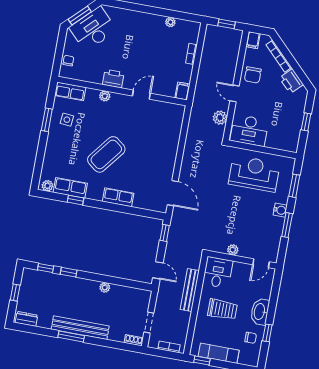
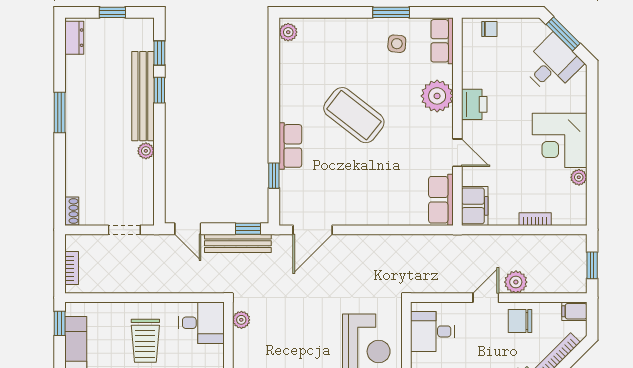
desk: (93, 29) -> (552, 64), width x0.73
corner desk: (145, 30) -> (560, 140), added
filing cabinet: (182, 91) -> (475, 206), width x2.00
plant: (105, 96) -> (437, 96), width x1.88, depth x1.88
plant: (220, 118) -> (516, 282), moved
desk: (249, 130) -> (432, 331), width x0.73
row of seats: (70, 188) -> (441, 200), moved, turned 180
window: (76, 200) -> (274, 176), moved
plant: (233, 250) -> (241, 320), moved
door: (158, 270) -> (188, 229), hinge flipped
bench: (190, 290) -> (238, 243), moved
doorway: (149, 323) -> (124, 230), moved
bench: (80, 328) -> (143, 96), moved

